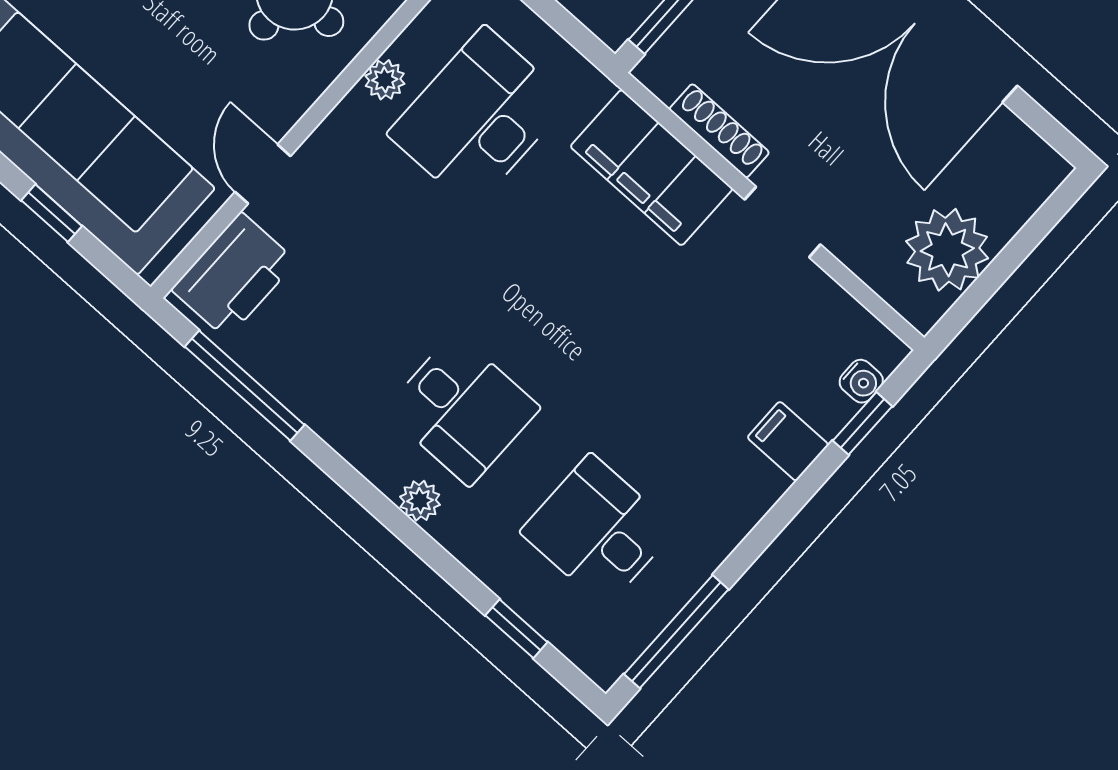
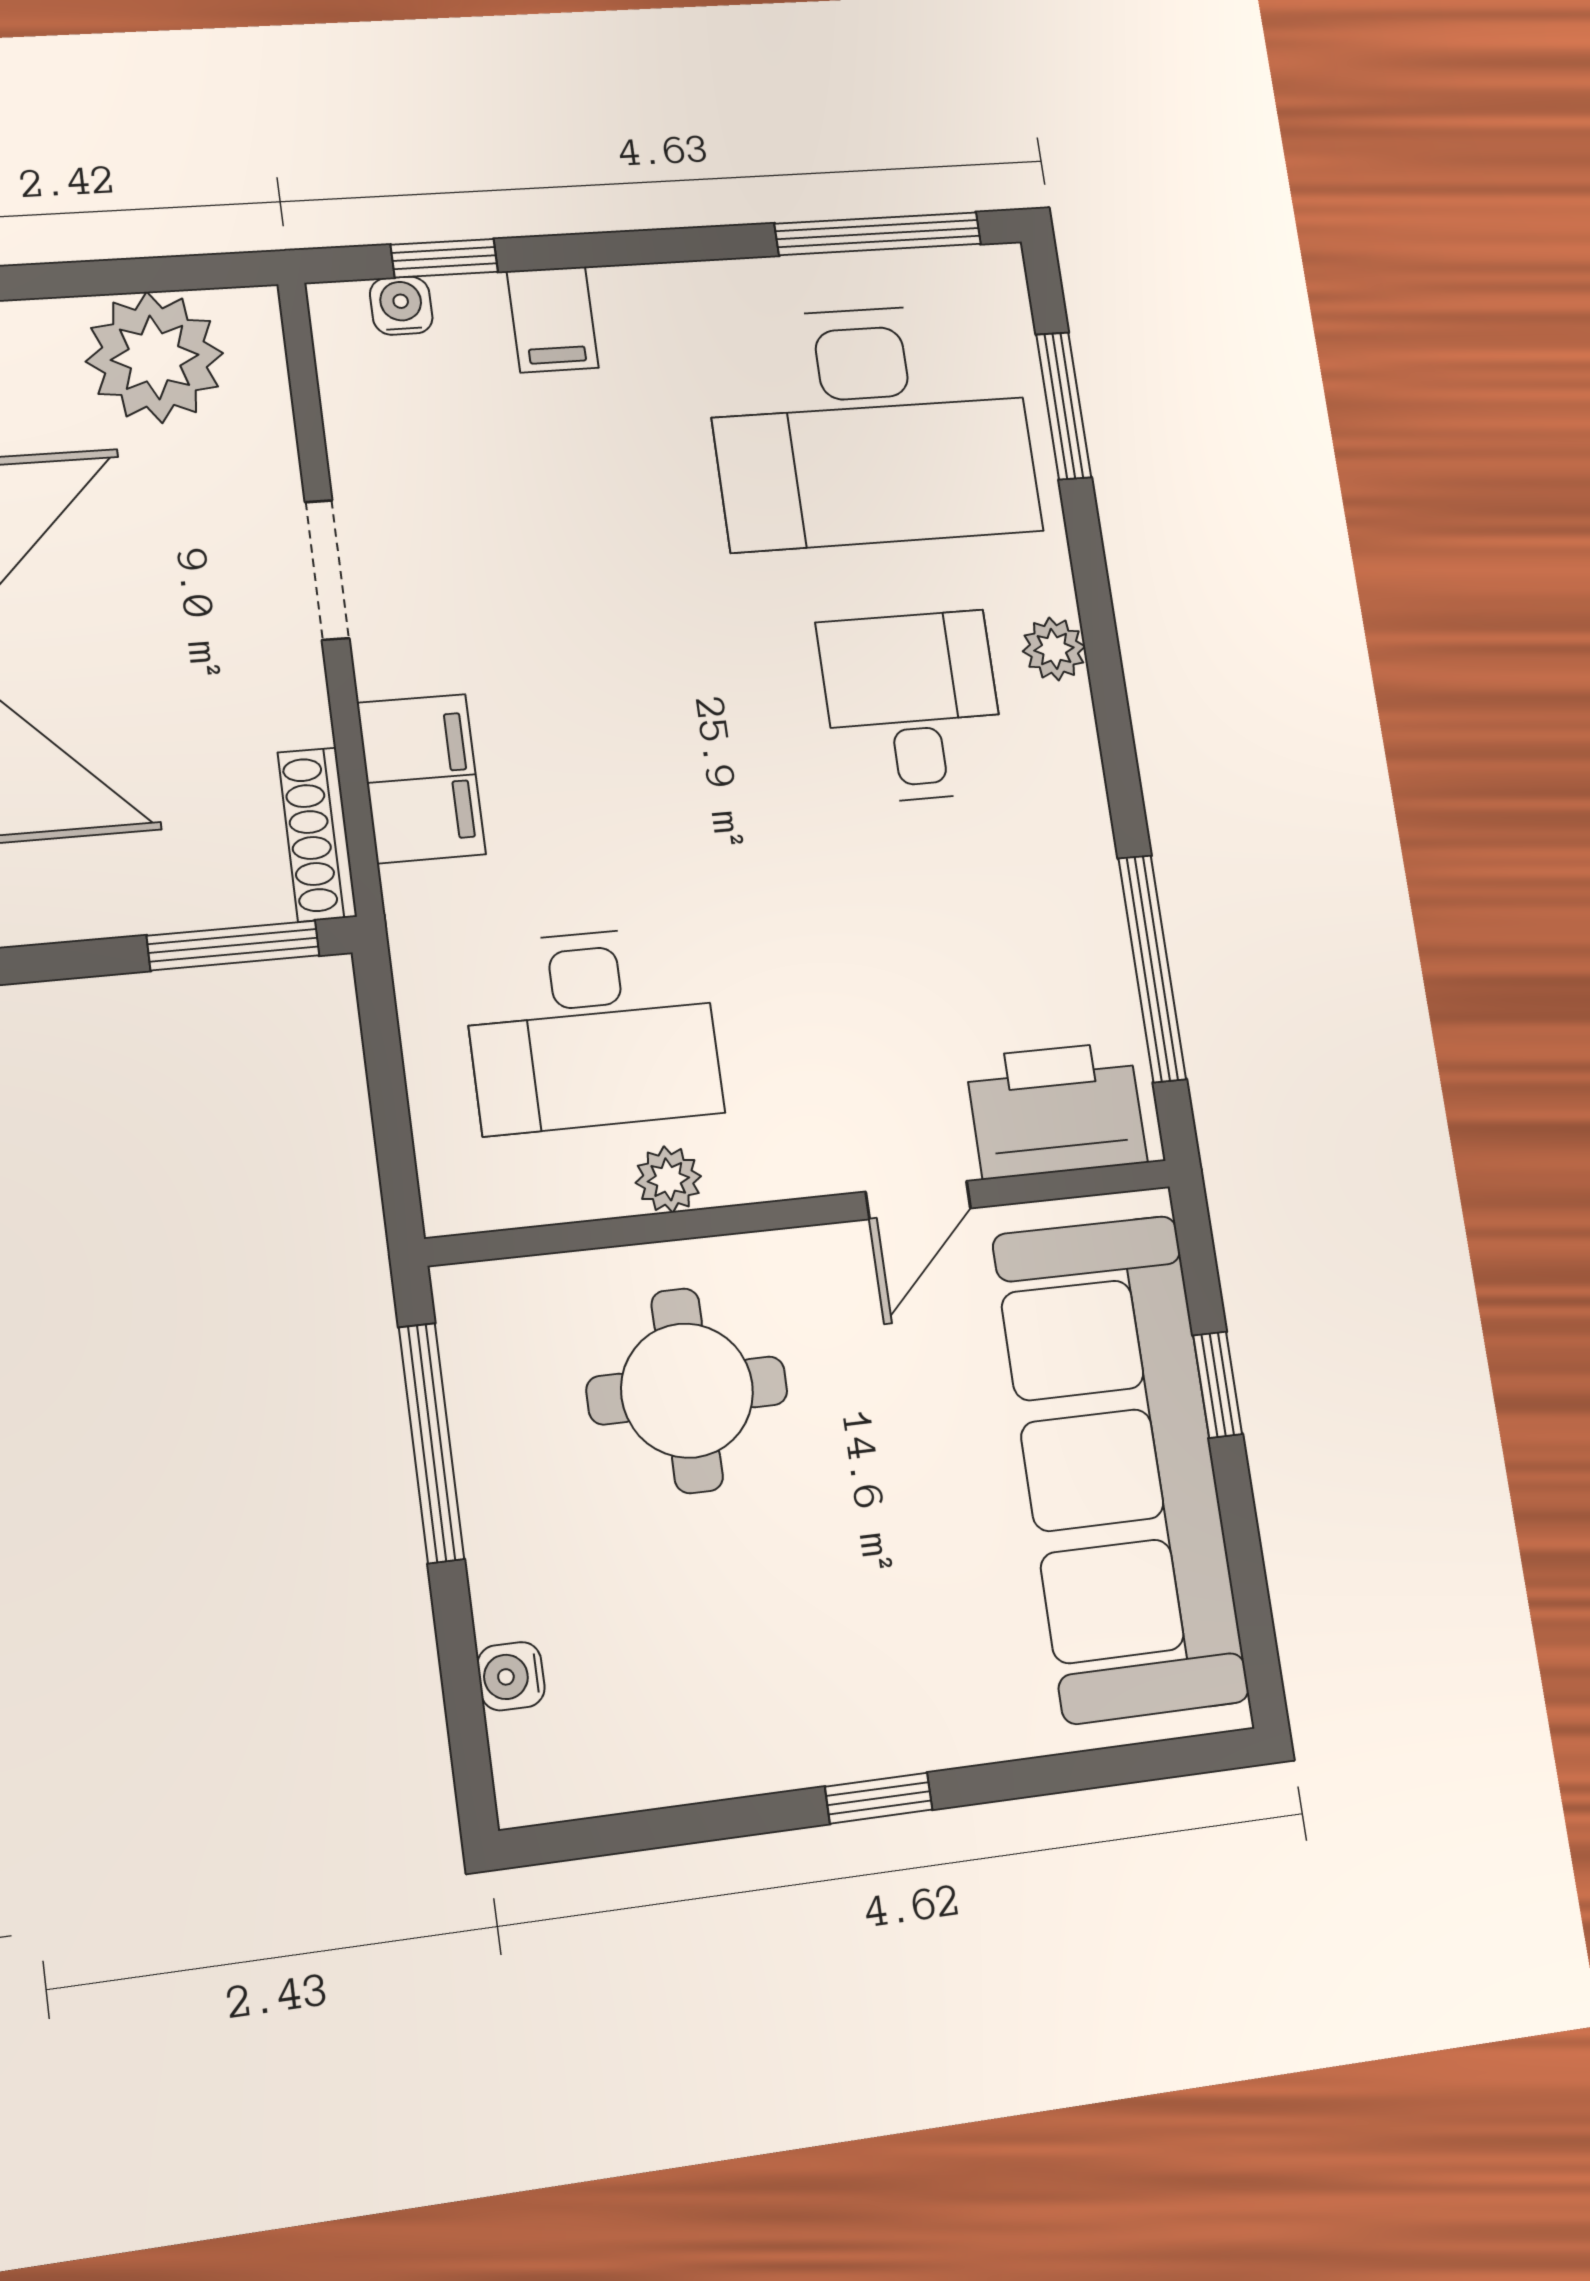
shoe rack: (719, 131) -> (317, 834), moved
filing cabinet: (652, 168) -> (421, 778), width x0.67, depth x0.86
desk: (598, 530) -> (871, 426), width x1.87, depth x1.30
window: (516, 629) -> (1064, 406), width x1.50

